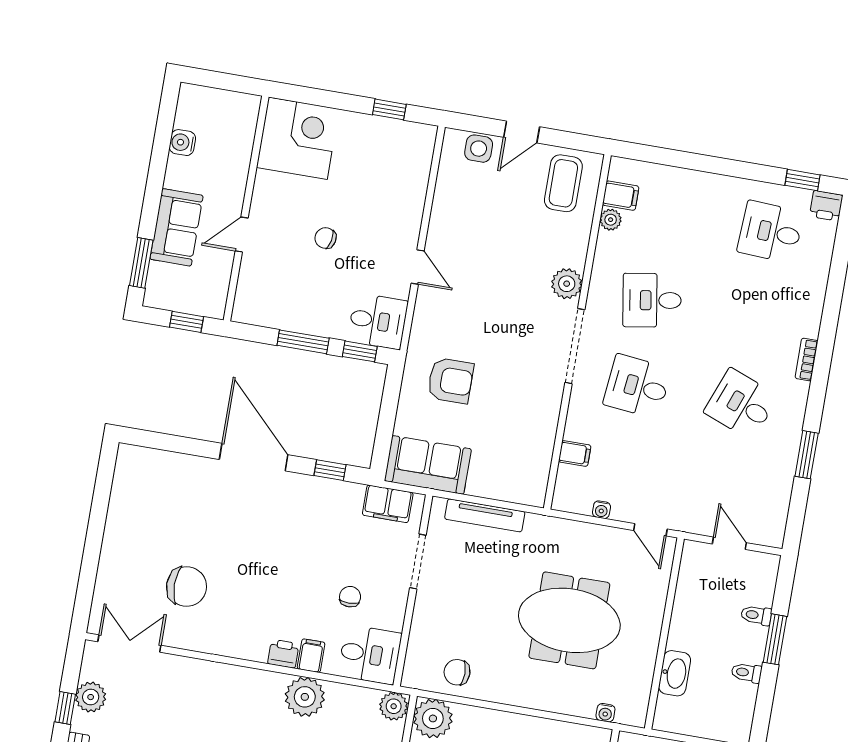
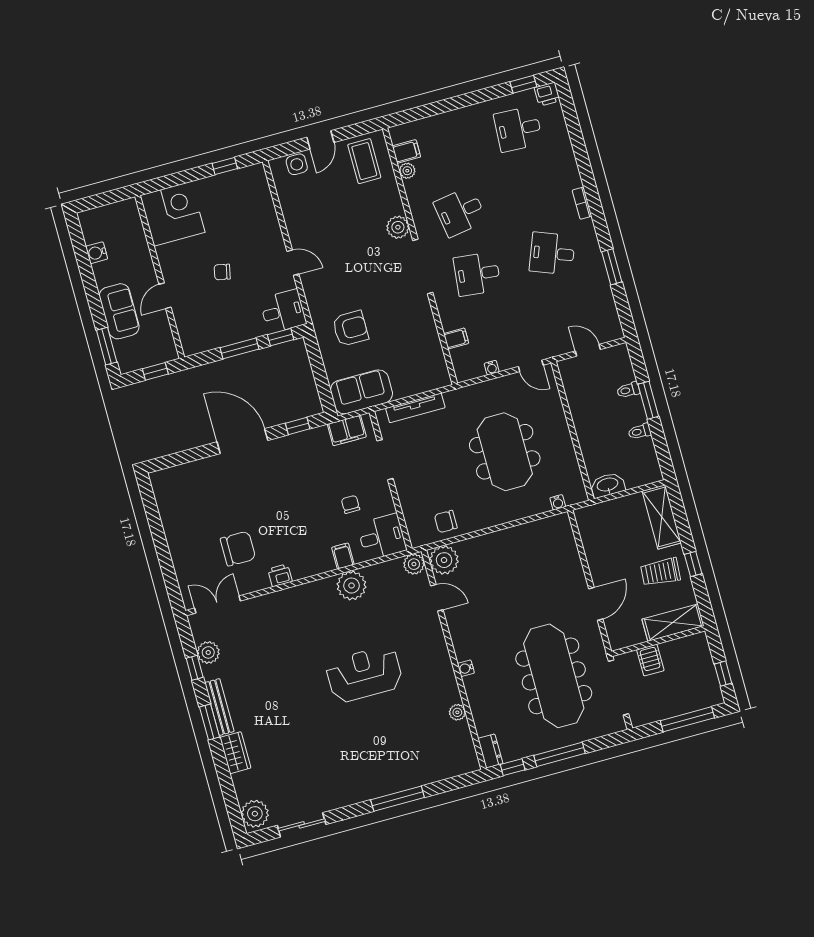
meeting table: (569, 620) -> (505, 452), turned 90
printer: (283, 654) -> (280, 575), moved
washbasin: (675, 673) -> (608, 485), moved, turned -90

